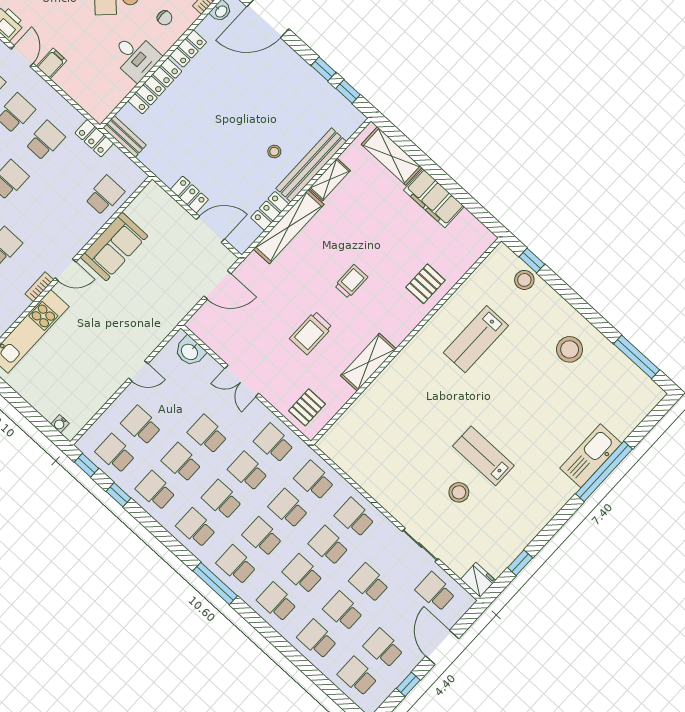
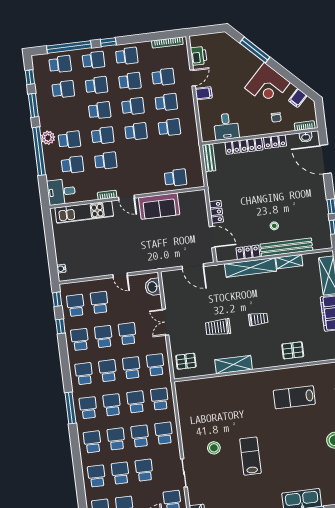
desk: (135, 56) -> (226, 126), moved
locker: (94, 138) -> (194, 146), removed
stool: (459, 492) -> (214, 448), moved

